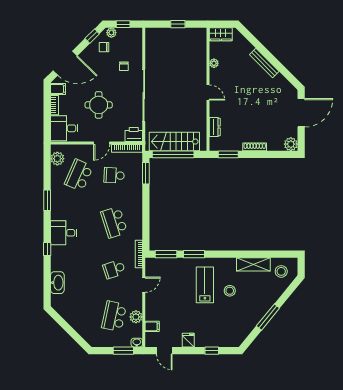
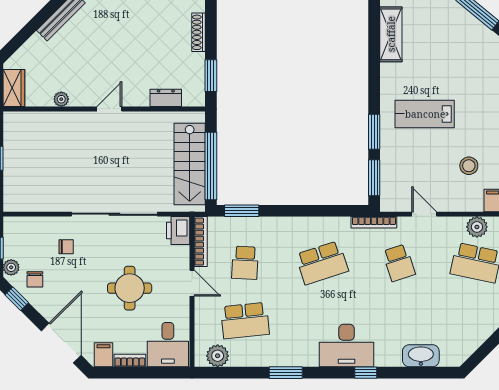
school desk: (79, 175) -> (245, 321), turned -30
desk: (64, 233) -> (347, 346), width x1.37
stool: (230, 291) -> (469, 166), moved

